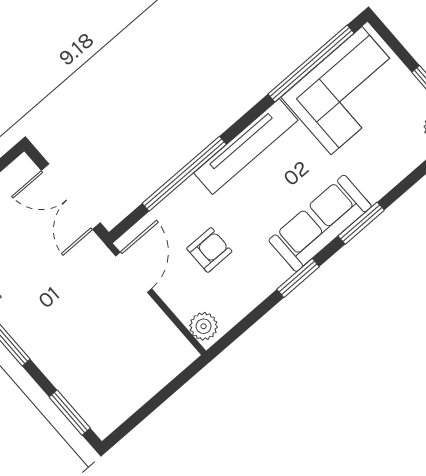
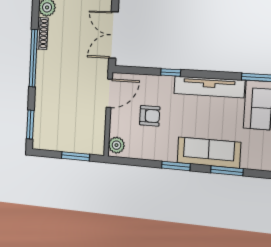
window: (184, 174) -> (171, 72), width x0.32
window: (166, 393) -> (75, 156), added

